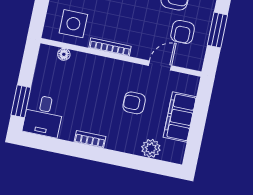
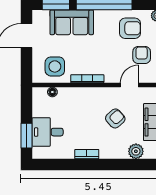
armchair: (183, 32) -> (142, 55), turned 180
armchair: (134, 103) -> (115, 118), turned 137
desk: (43, 116) -> (48, 132), moved, turned 90

